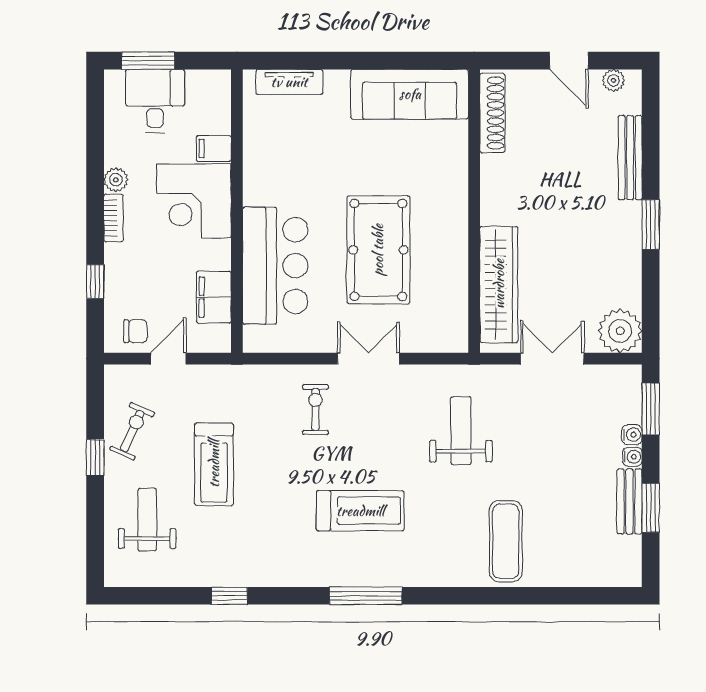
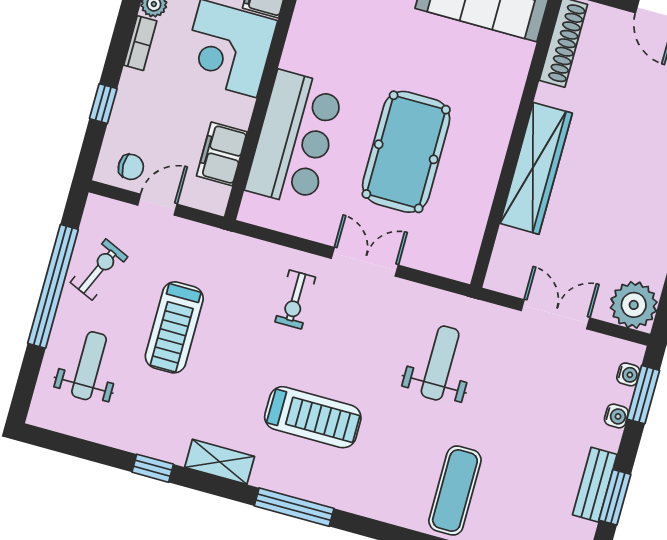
wardrobe: (499, 284) -> (536, 168), moved
exercise bike: (316, 409) -> (295, 299), turned 180
water cooler: (632, 457) -> (628, 374), moved
window: (95, 458) -> (53, 286), width x3.17
shelving: (288, 574) -> (220, 462), added

